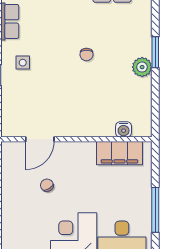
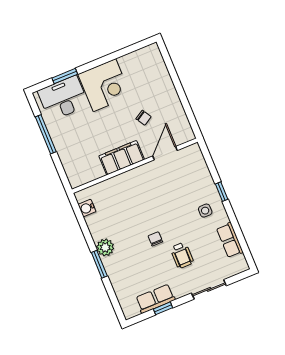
wheelchair: (66, 26) -> (182, 255), added
water cooler: (124, 129) -> (87, 208), moved, turned -90
filing cabinet: (119, 153) -> (122, 158), moved

